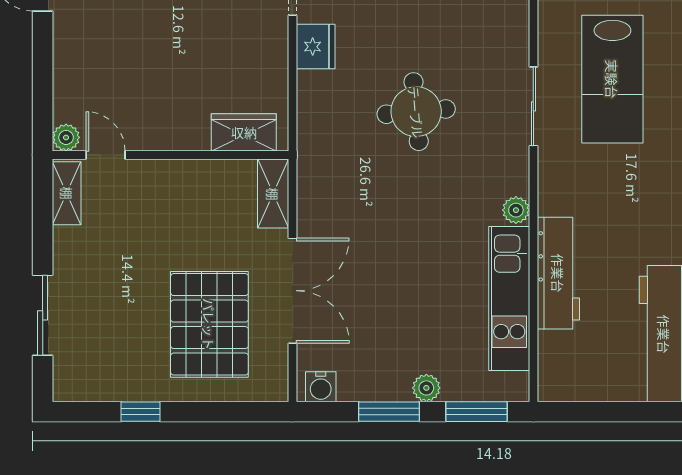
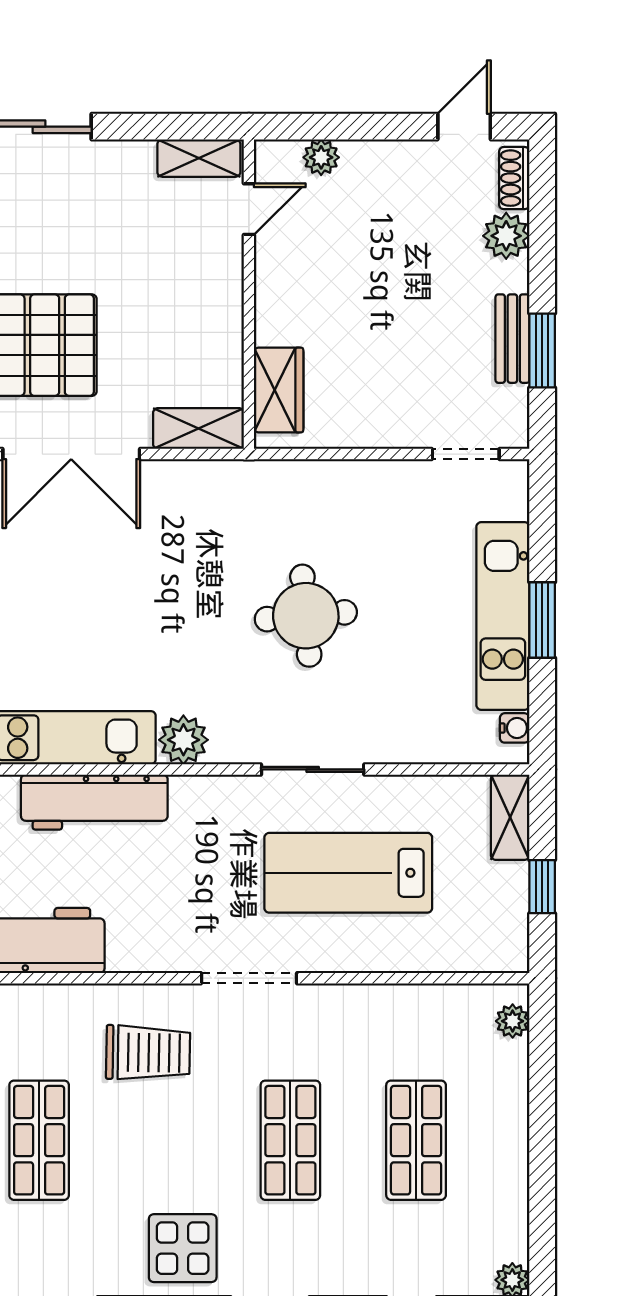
fridge: (316, 47) -> (391, 484), removed
plant: (66, 137) -> (321, 157), moved
plant: (516, 210) -> (183, 740), width x1.38, depth x1.38

